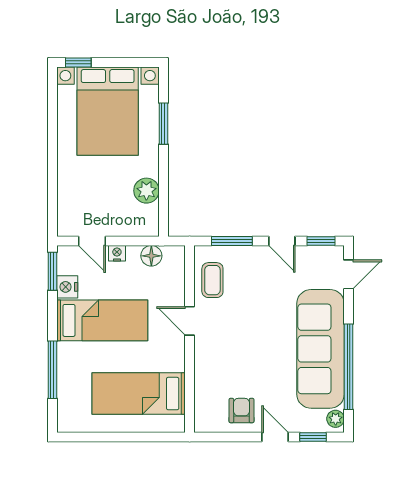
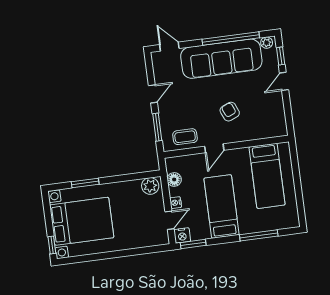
plant: (146, 191) -> (150, 186), moved
window: (321, 241) -> (149, 68), removed
nightstand: (67, 287) -> (182, 235), moved
armchair: (241, 411) -> (230, 112), moved, turned 67

